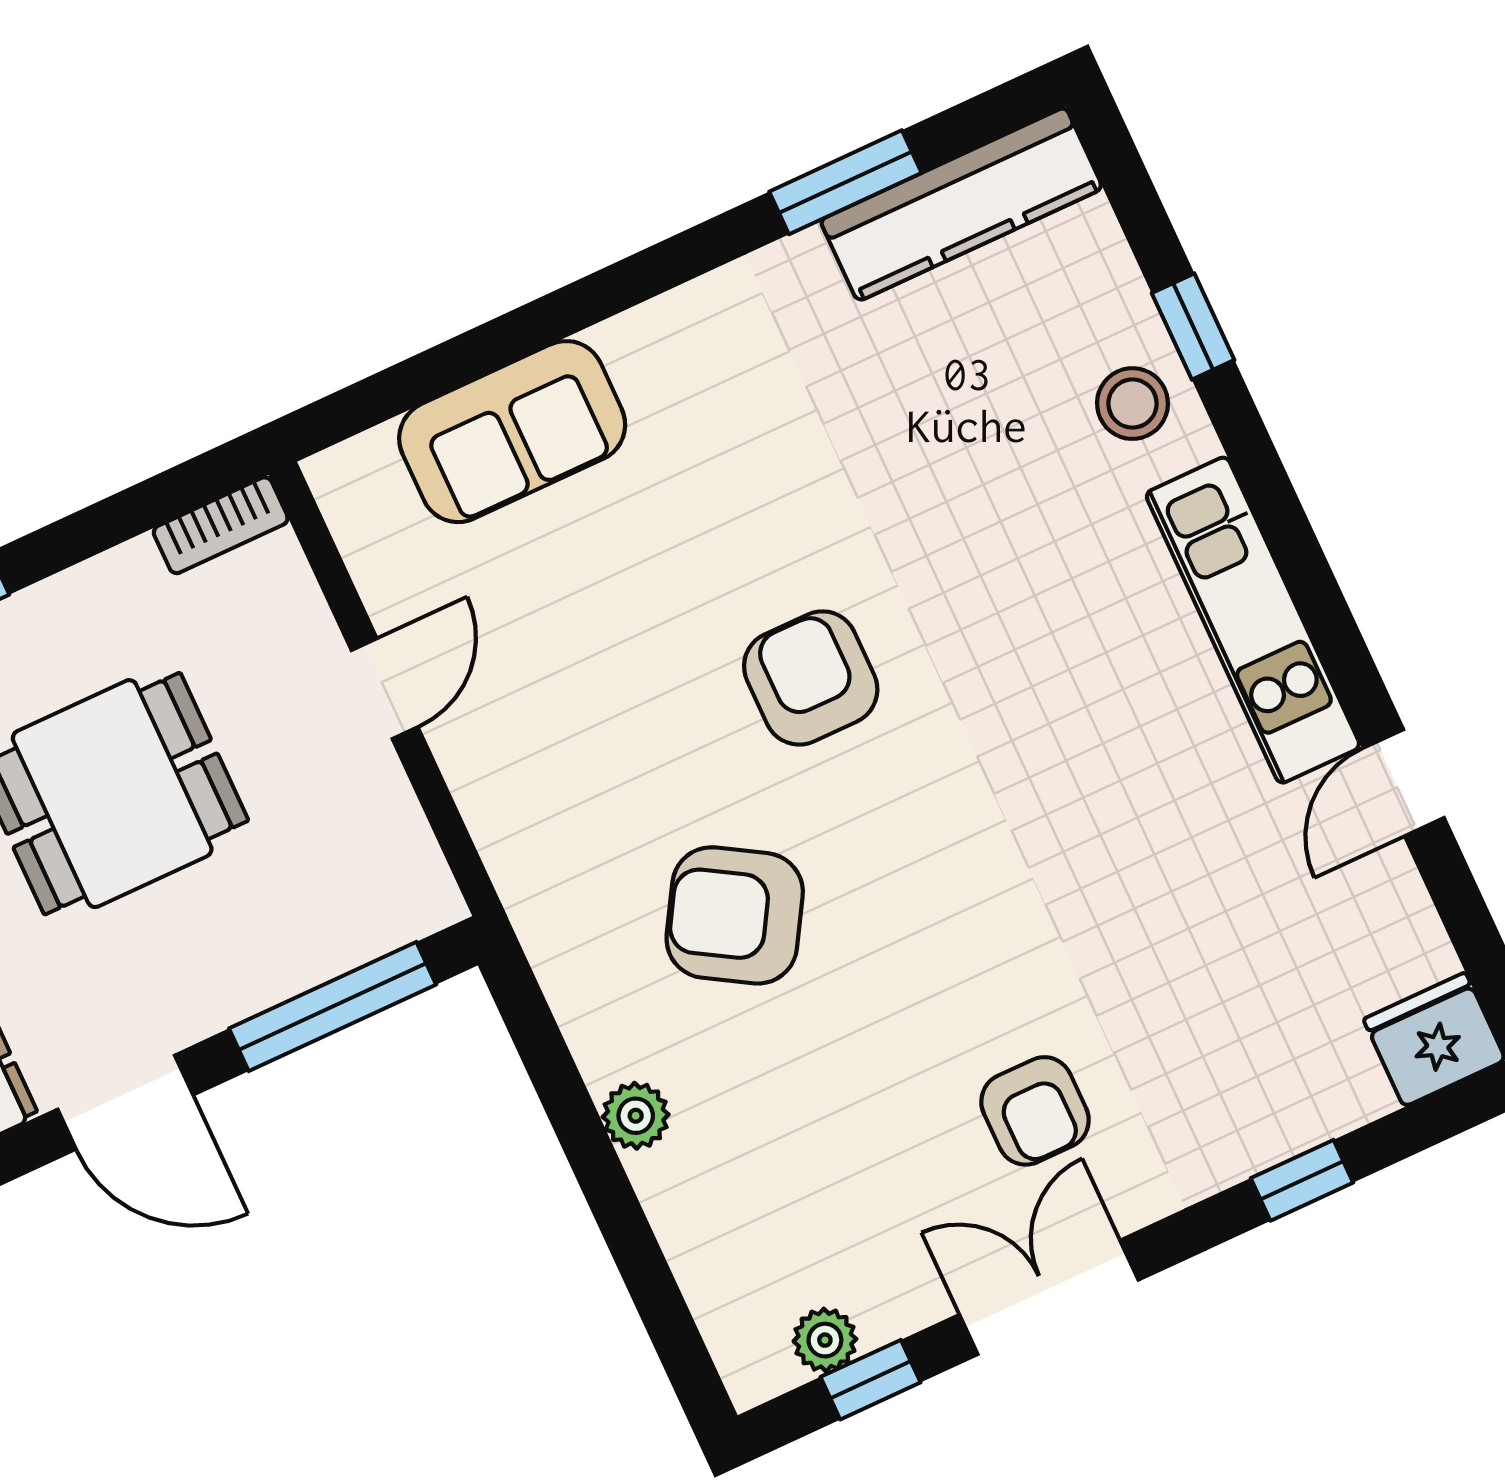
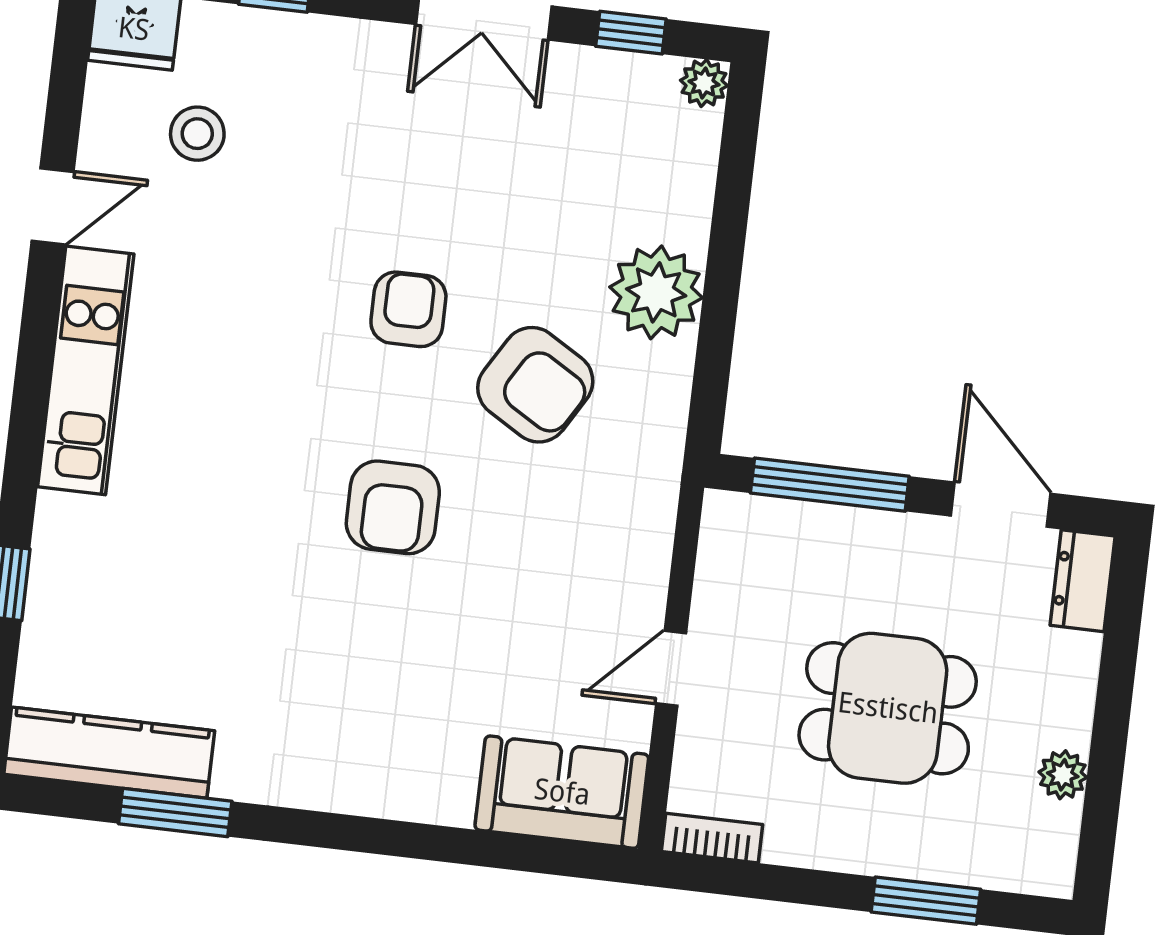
stool: (1132, 404) -> (197, 134), moved
sofa: (512, 432) -> (562, 792), moved
armchair: (1035, 1111) -> (408, 309), moved
plant: (636, 1116) -> (656, 292), width x1.88, depth x1.88
plant: (825, 1340) -> (704, 83), moved

